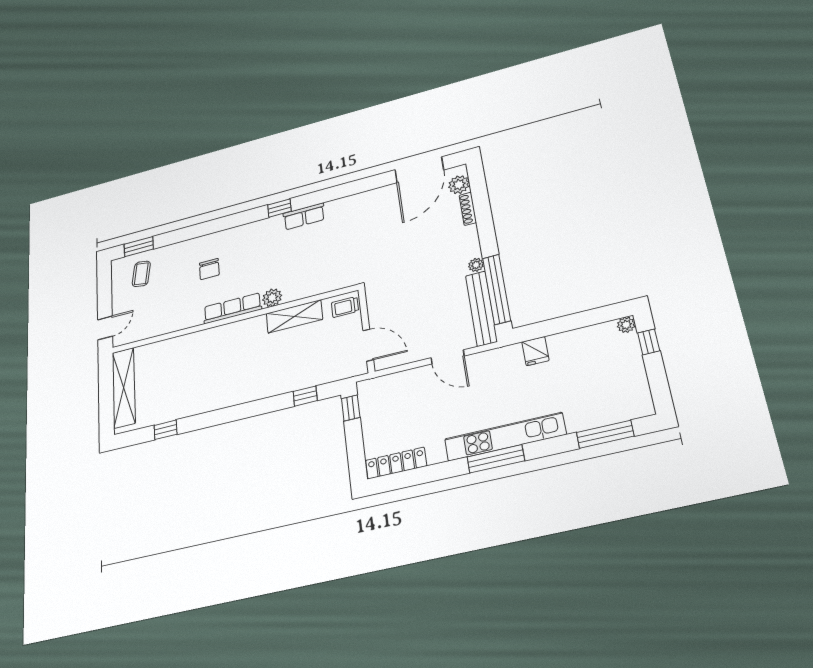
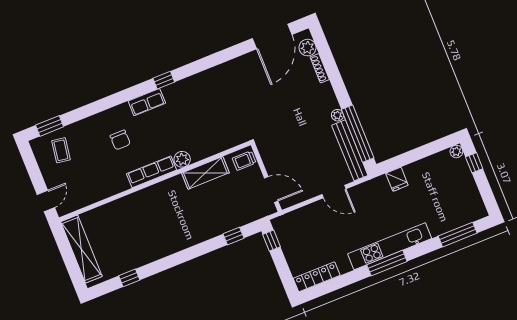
row of seats: (304, 216) -> (147, 102), moved

